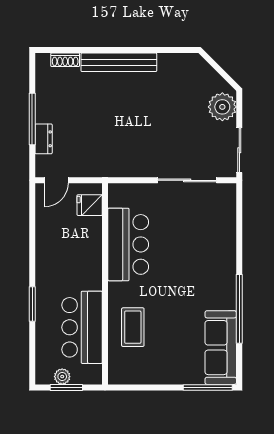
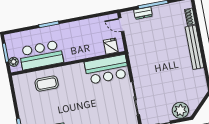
bar counter: (128, 244) -> (107, 69), moved
plant: (62, 377) -> (14, 62), moved

